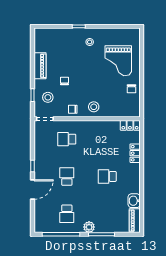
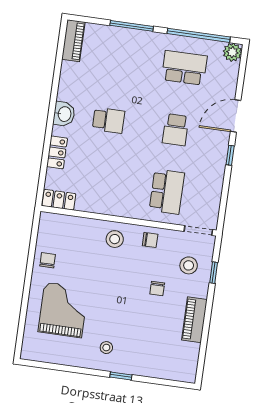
school desk: (67, 139) -> (167, 192), width x1.85
washbasin: (134, 201) -> (64, 114), moved
school desk: (67, 214) -> (184, 68), width x1.85
plant: (89, 227) -> (232, 52), moved

